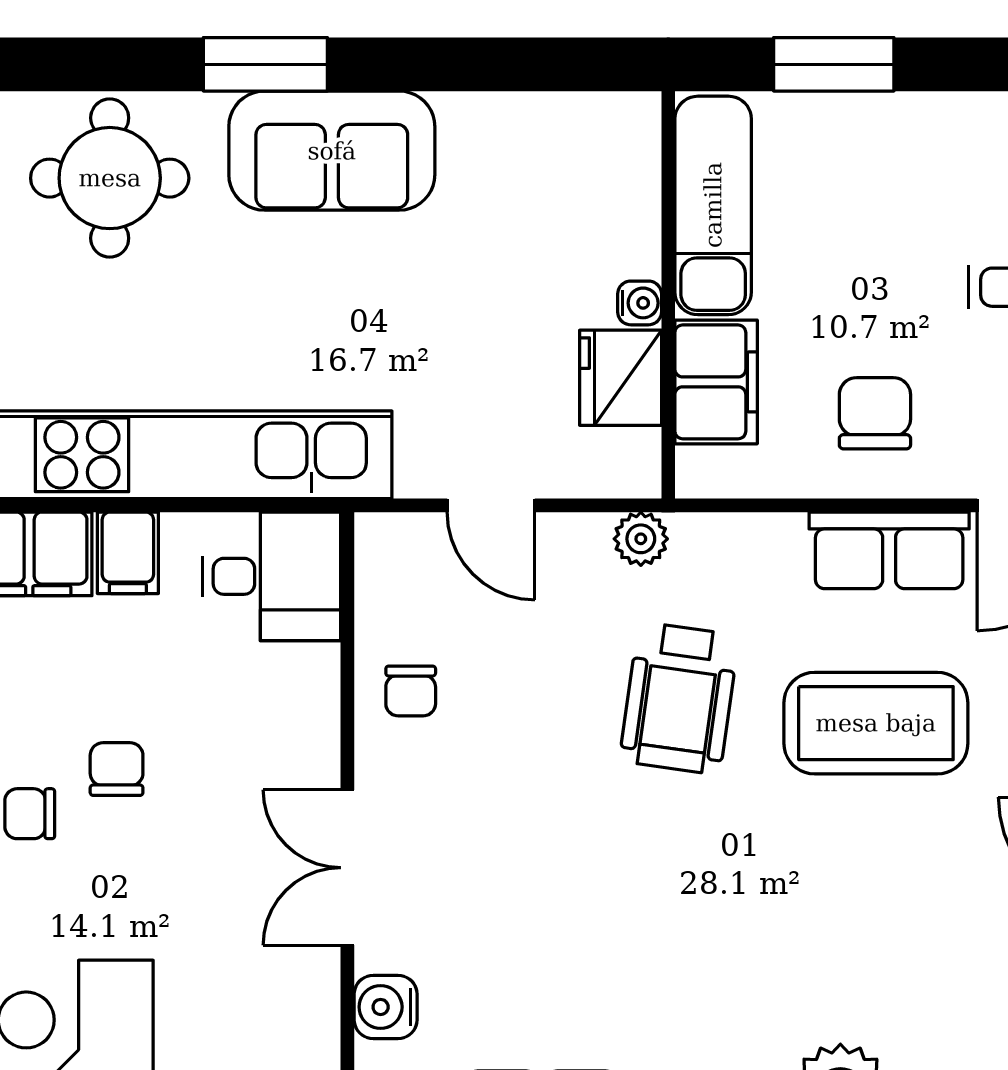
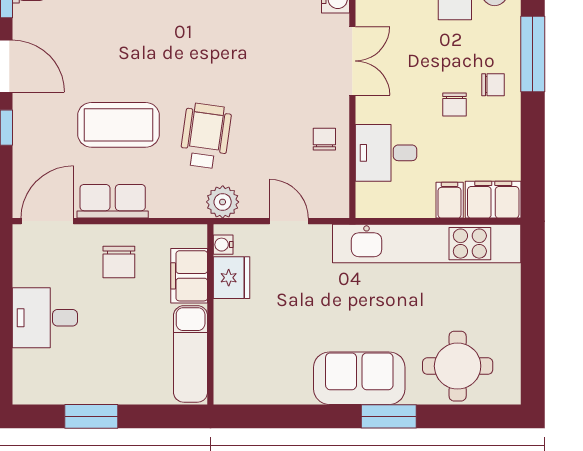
window: (834, 64) -> (91, 416), moved
water cooler: (640, 303) -> (223, 245), moved
plant: (641, 539) -> (223, 202), width x1.38, depth x1.38
desk: (271, 576) -> (386, 153), moved

